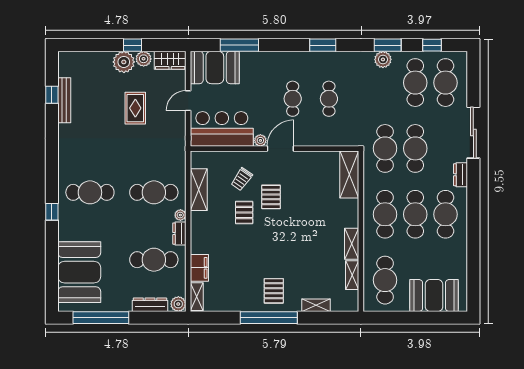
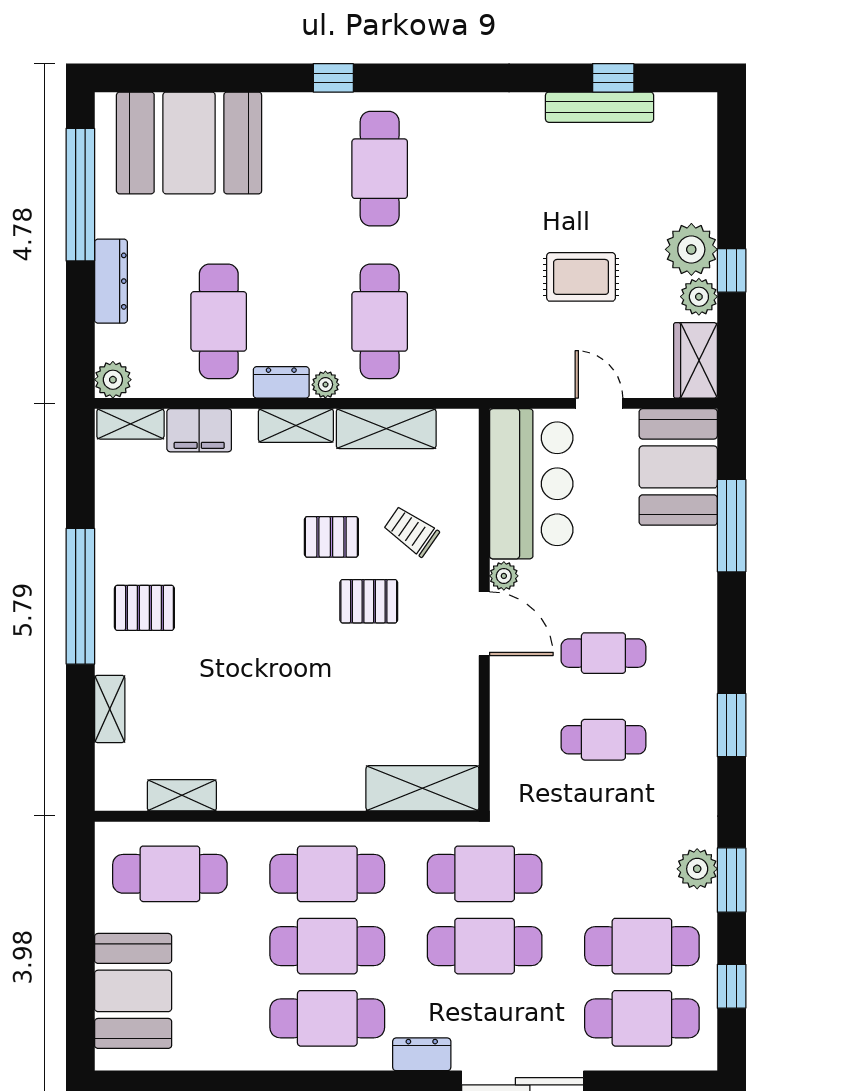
shelving: (352, 244) -> (296, 426), moved
dresser: (150, 305) -> (111, 281), moved

